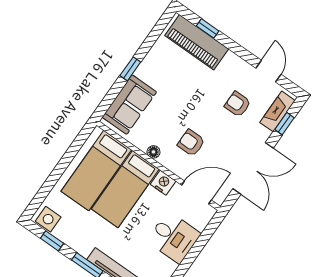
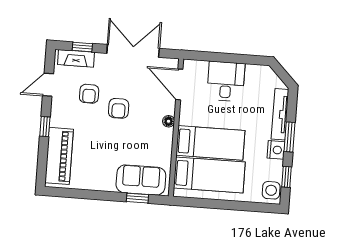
window: (208, 28) -> (45, 127), moved
window: (130, 69) -> (137, 198), moved
armchair: (191, 143) -> (119, 108), moved
floor lamp: (153, 152) -> (169, 121), moved
nightstand: (163, 183) -> (276, 150), moved, turned 180

